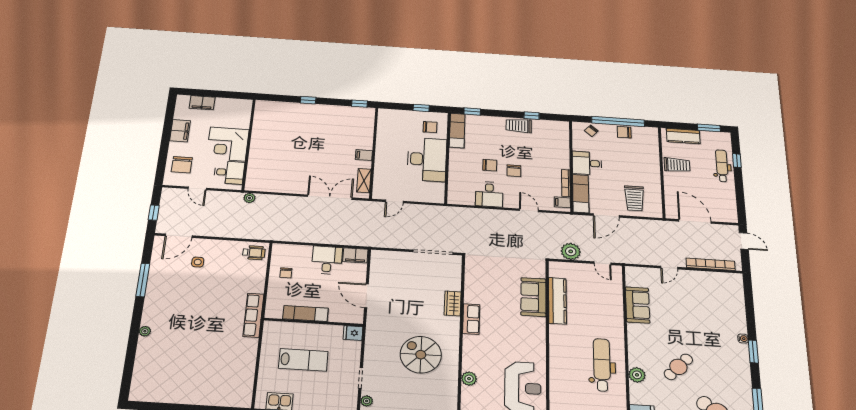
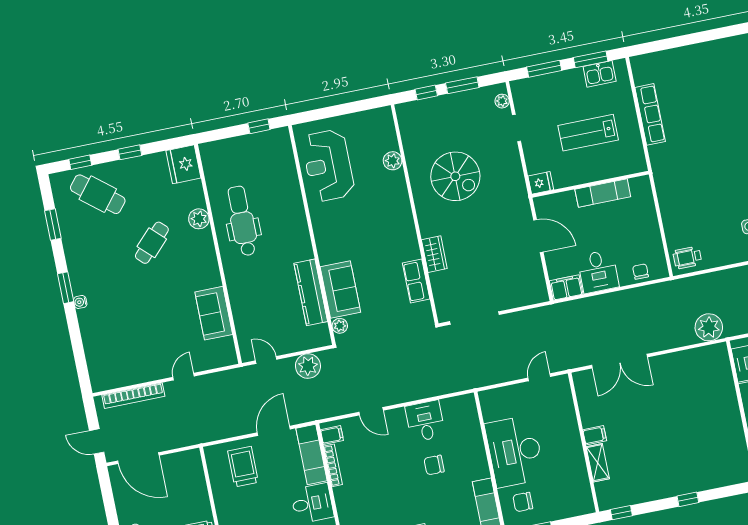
chair: (514, 171) -> (402, 465), removed
shelving: (364, 181) -> (598, 463), moved
plant: (249, 198) -> (709, 327), width x1.88, depth x1.88
door: (695, 221) -> (138, 458), moved
plant: (540, 272) -> (340, 326), added
chair: (286, 273) -> (641, 272), moved
row of seats: (253, 315) -> (650, 114), moved
row of seats: (471, 319) -> (416, 281), moved
dental chair: (602, 365) -> (242, 221), turned 180

